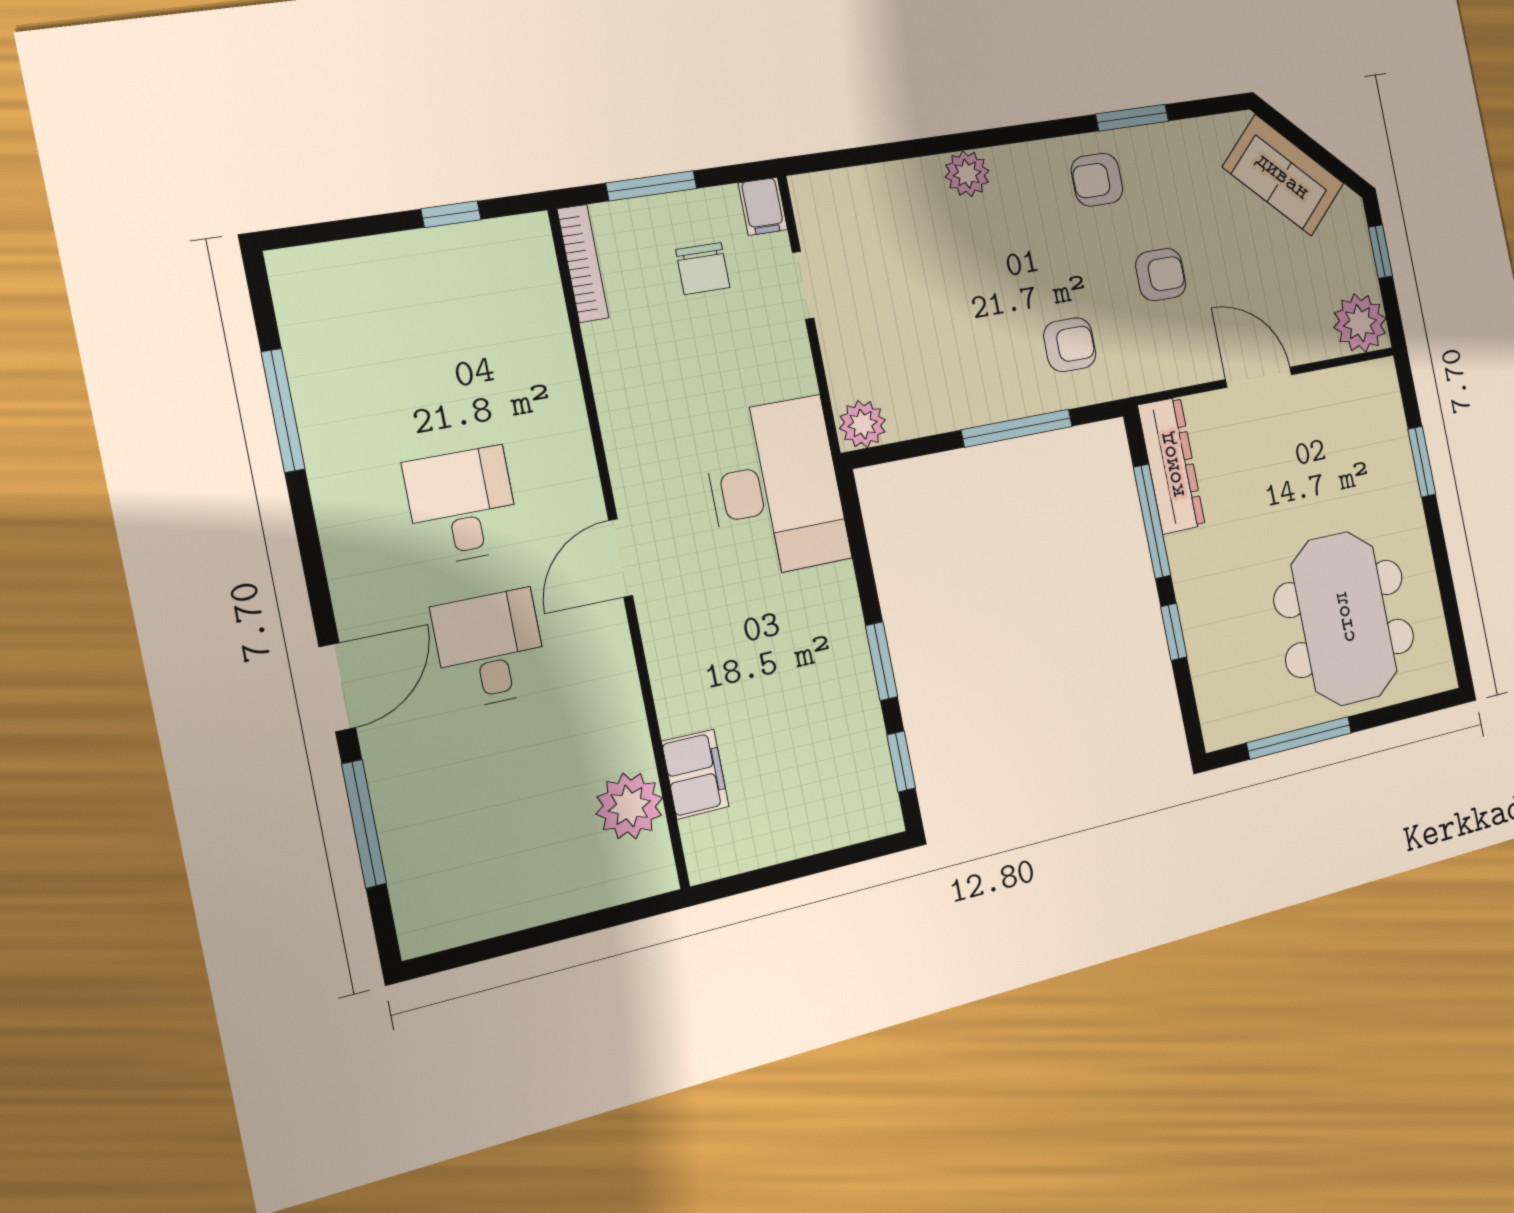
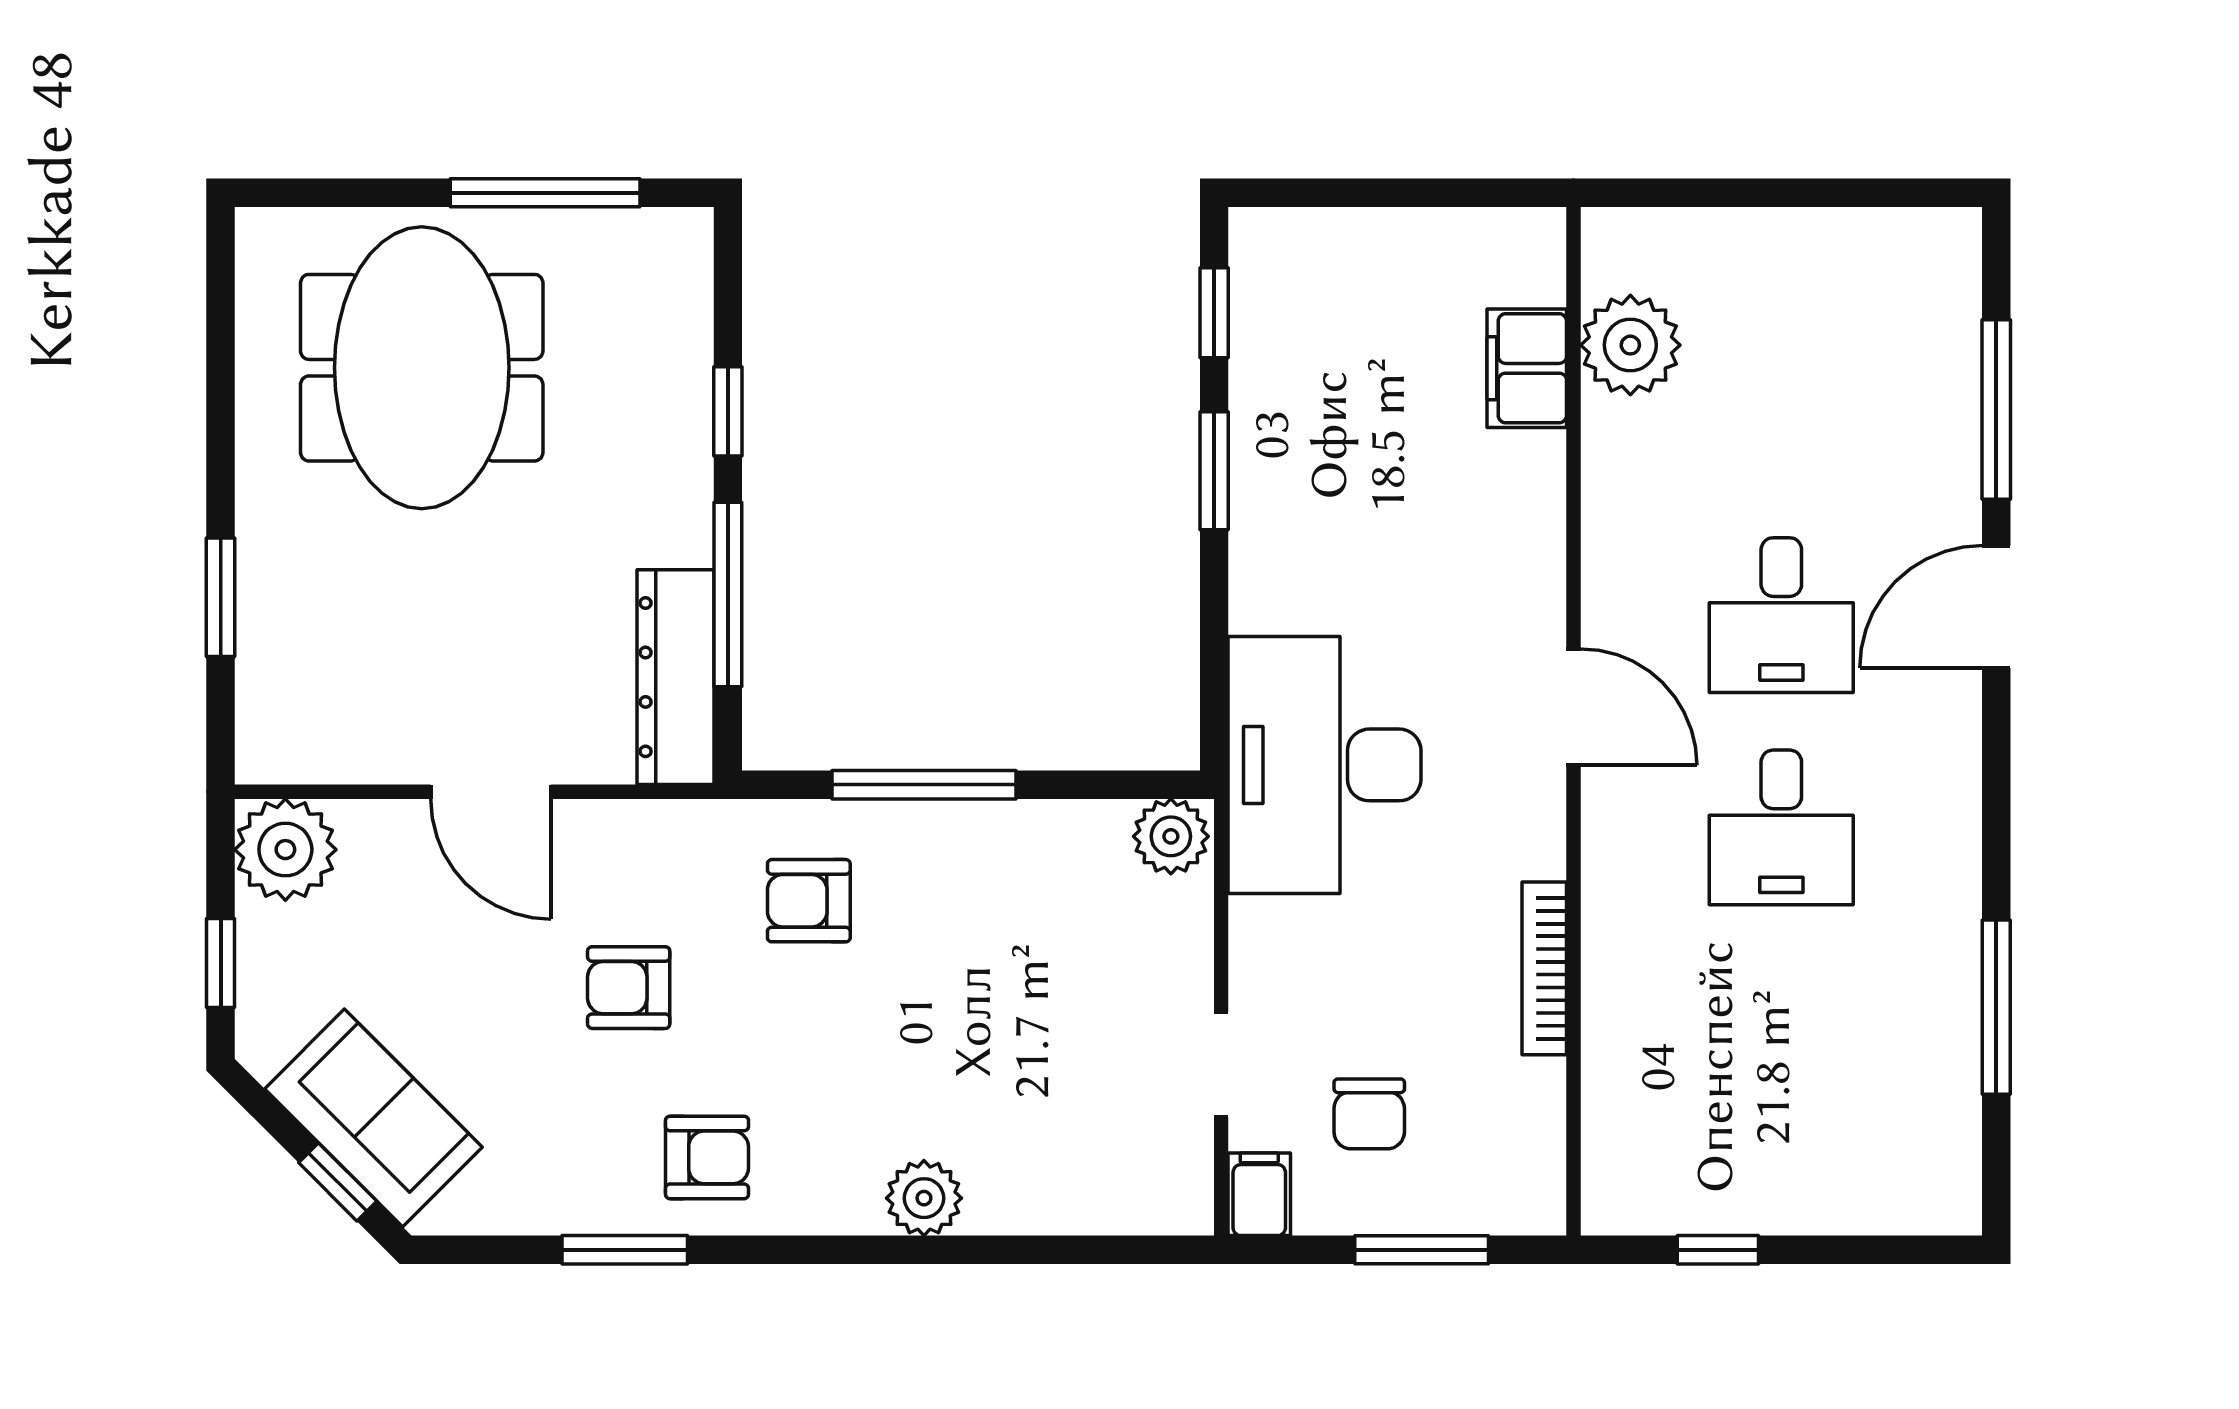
window: (1295, 135) -> (338, 1182), added
bookcase: (583, 263) -> (1544, 968), moved
chair: (703, 269) -> (1369, 1114), turned 180
door: (621, 558) -> (1573, 707), hinge flipped

